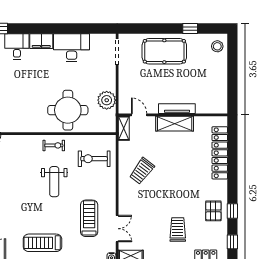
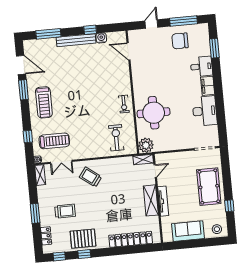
sofa: (216, 82) -> (188, 231), added
plant: (107, 100) -> (146, 145), moved
trolley: (142, 171) -> (90, 177), moved
weight bench: (54, 182) -> (95, 107), removed
pallet: (213, 211) -> (83, 239), width x1.50, depth x1.42
treadmill: (89, 218) -> (54, 141), moved
treadmill: (42, 243) -> (44, 102), turned 180

